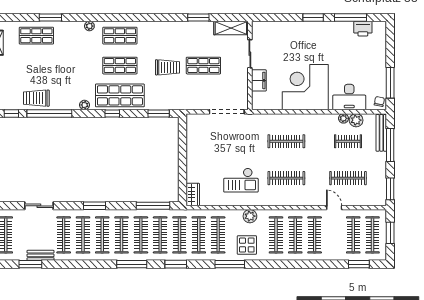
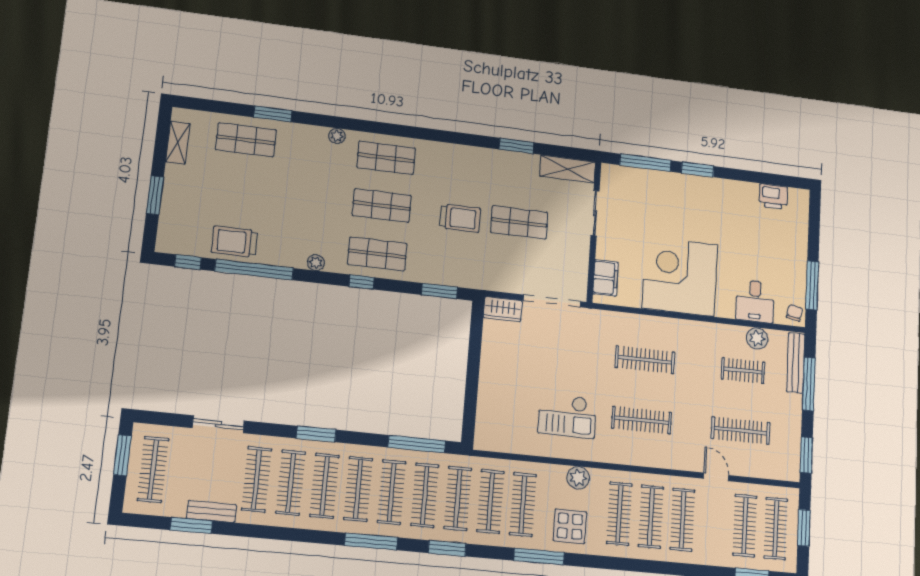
window: (350, 18) -> (645, 163), moved
filing cabinet: (259, 80) -> (606, 278), moved
shop shelf: (120, 95) -> (377, 254), width x0.70, depth x0.74
desk: (349, 97) -> (755, 301), width x0.73
plant: (344, 118) -> (738, 333), removed
wardrobe: (193, 194) -> (503, 309), moved, turned 90

